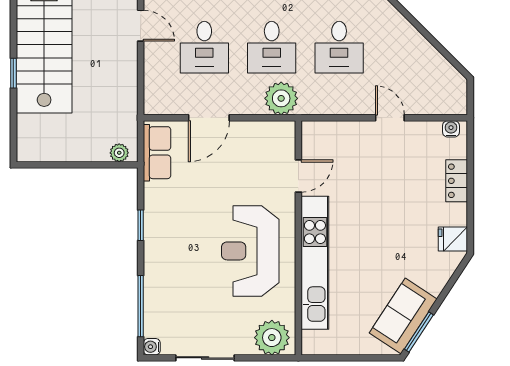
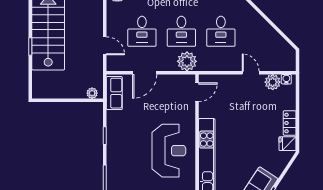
door: (141, 26) -> (105, 46), moved
plant: (427, 134) -> (273, 82), added
door: (298, 176) -> (197, 92), moved
locker: (457, 181) -> (290, 123), moved
reception desk: (250, 251) -> (169, 151), turned 180

